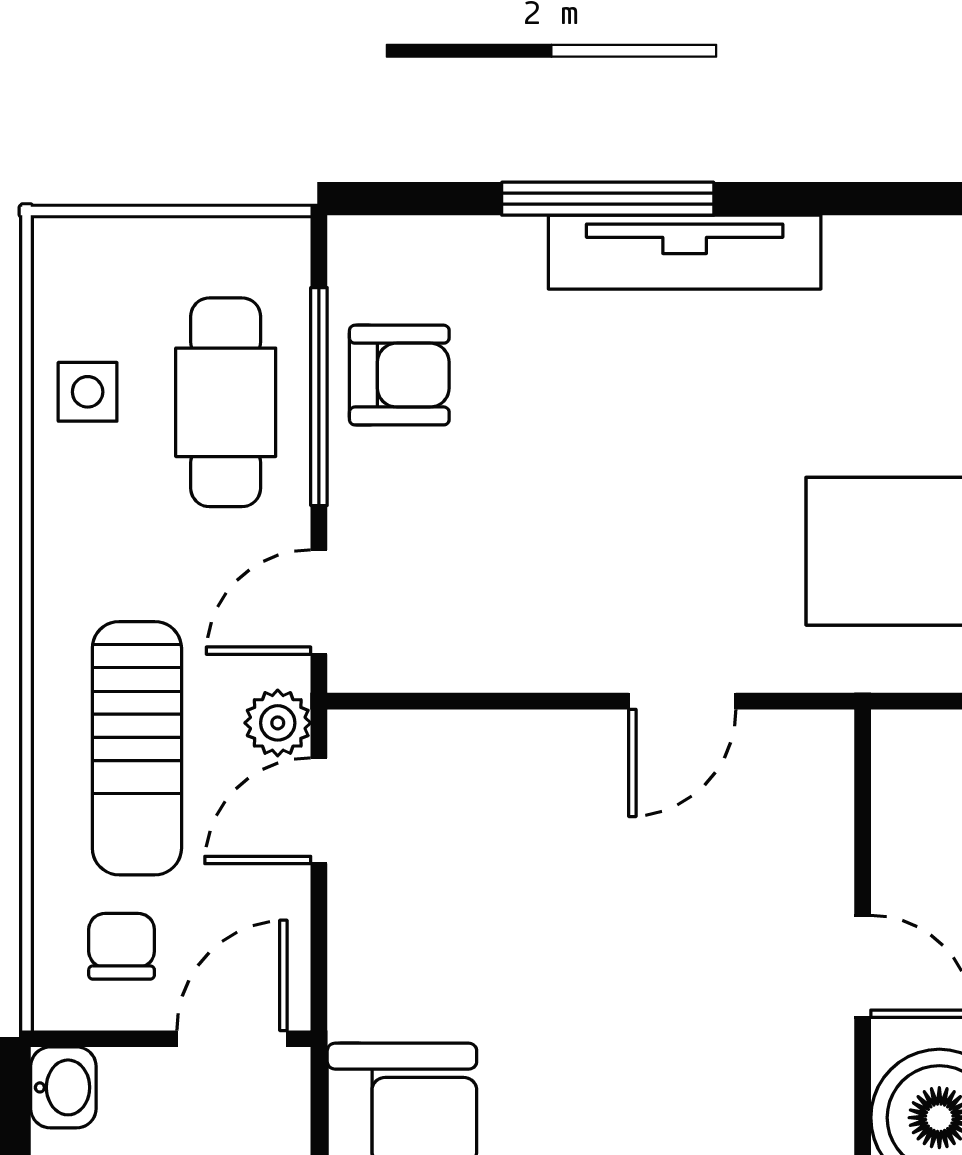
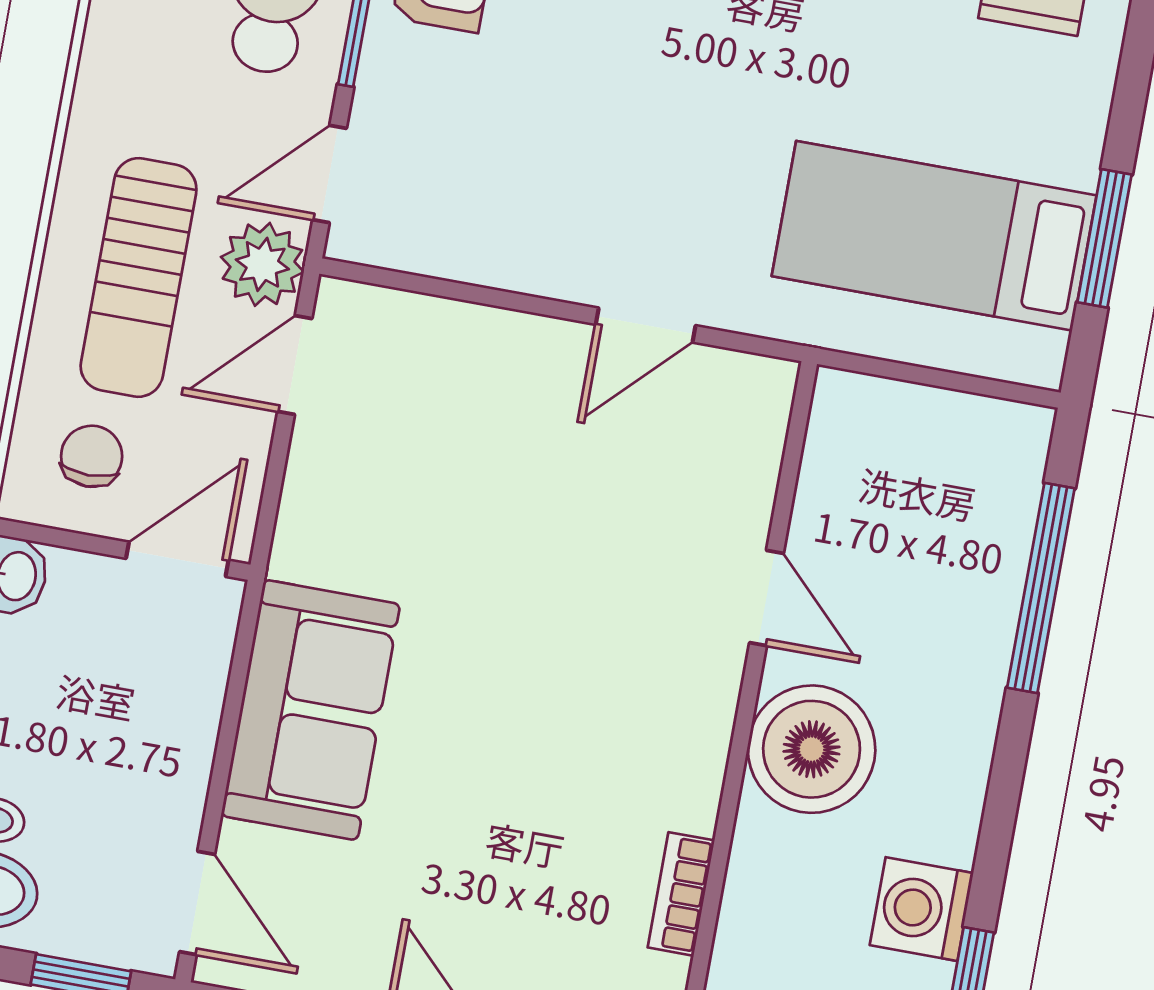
plant: (278, 723) -> (262, 264), width x1.38, depth x1.38

